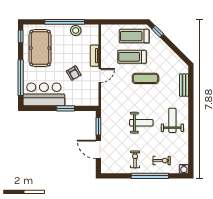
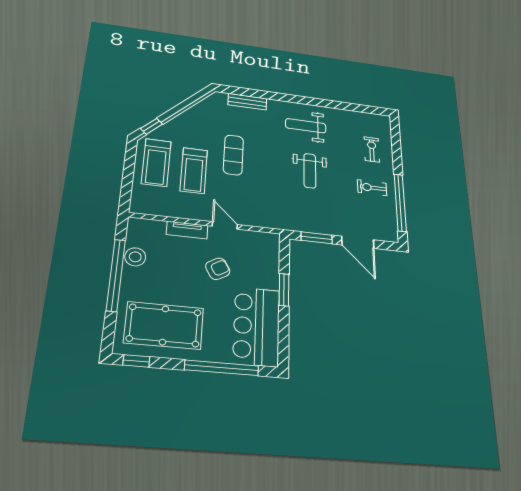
weight bench: (141, 123) -> (310, 171), turned 180
door: (98, 149) -> (358, 242), hinge flipped
water cooler: (184, 169) -> (383, 121), removed
window: (150, 176) -> (400, 202), moved

